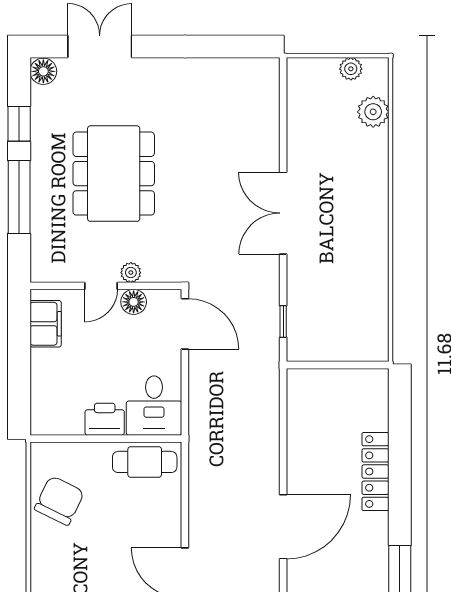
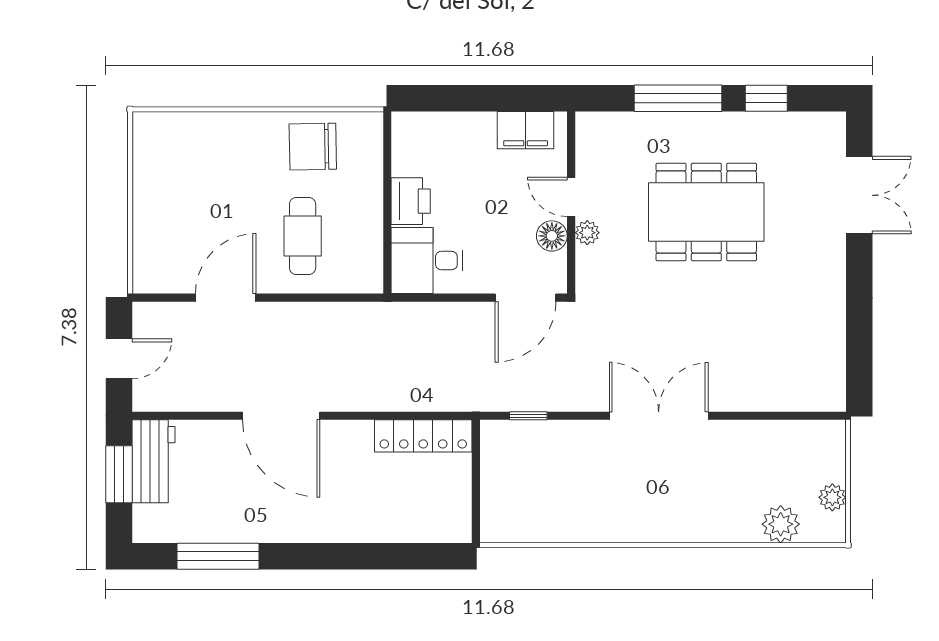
floor lamp: (43, 71) -> (829, 127), removed
cafe table: (145, 462) -> (303, 236), moved
locker: (375, 472) -> (423, 436), moved, turned 180
chair: (59, 501) -> (313, 147), turned 153

